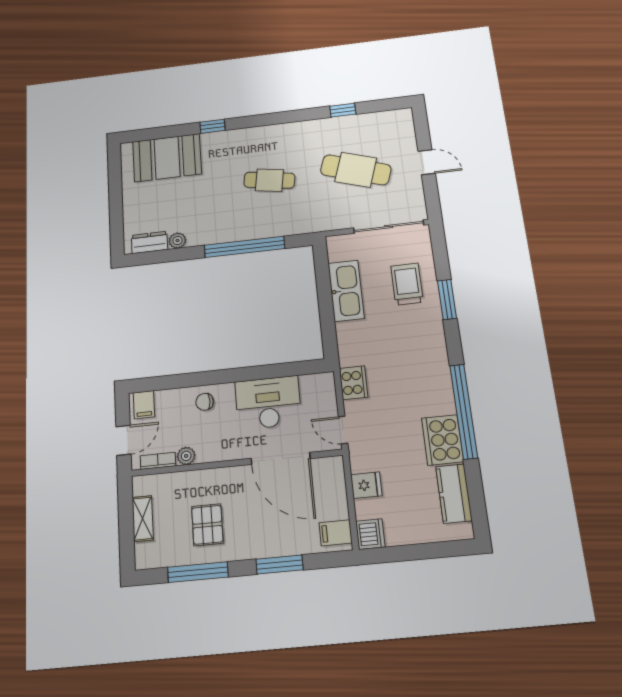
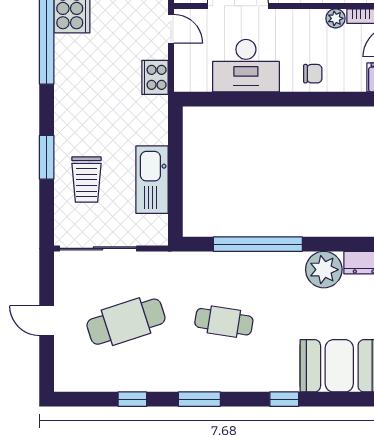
window: (285, 117) -> (199, 399), added
cafe table: (356, 170) -> (126, 322), turned -36
plant: (177, 241) -> (324, 270), width x1.87, depth x1.87

